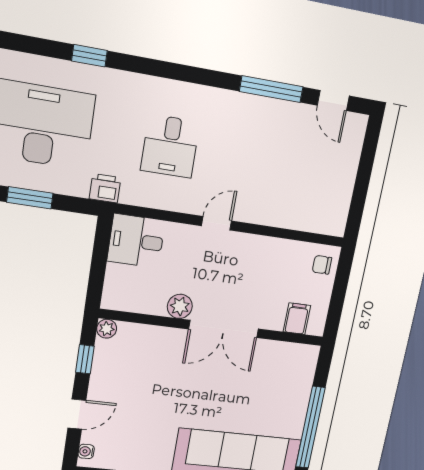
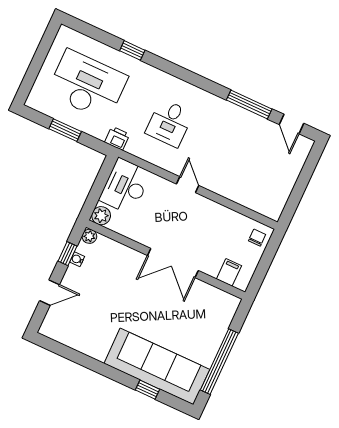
door: (216, 223) -> (188, 185), hinge flipped
desk: (136, 241) -> (125, 186), width x1.37
chair: (322, 265) -> (257, 238), turned 90
plant: (180, 306) -> (101, 216), moved
water cooler: (86, 451) -> (77, 259), moved

